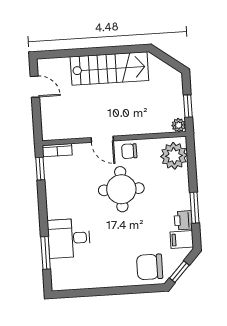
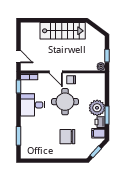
door: (35, 87) -> (18, 57), moved
plant: (174, 156) -> (97, 108), moved
desk: (69, 238) -> (33, 105), moved
chair: (150, 267) -> (67, 137), moved

